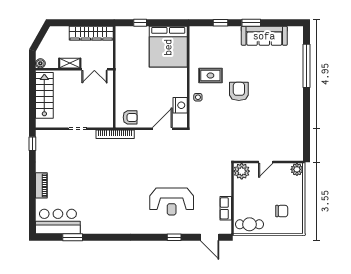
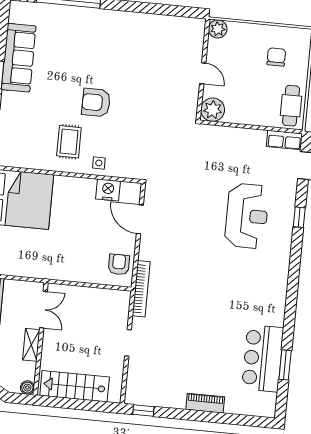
row of seats: (226, 208) -> (284, 140), moved
bar counter: (58, 222) -> (263, 358), moved

